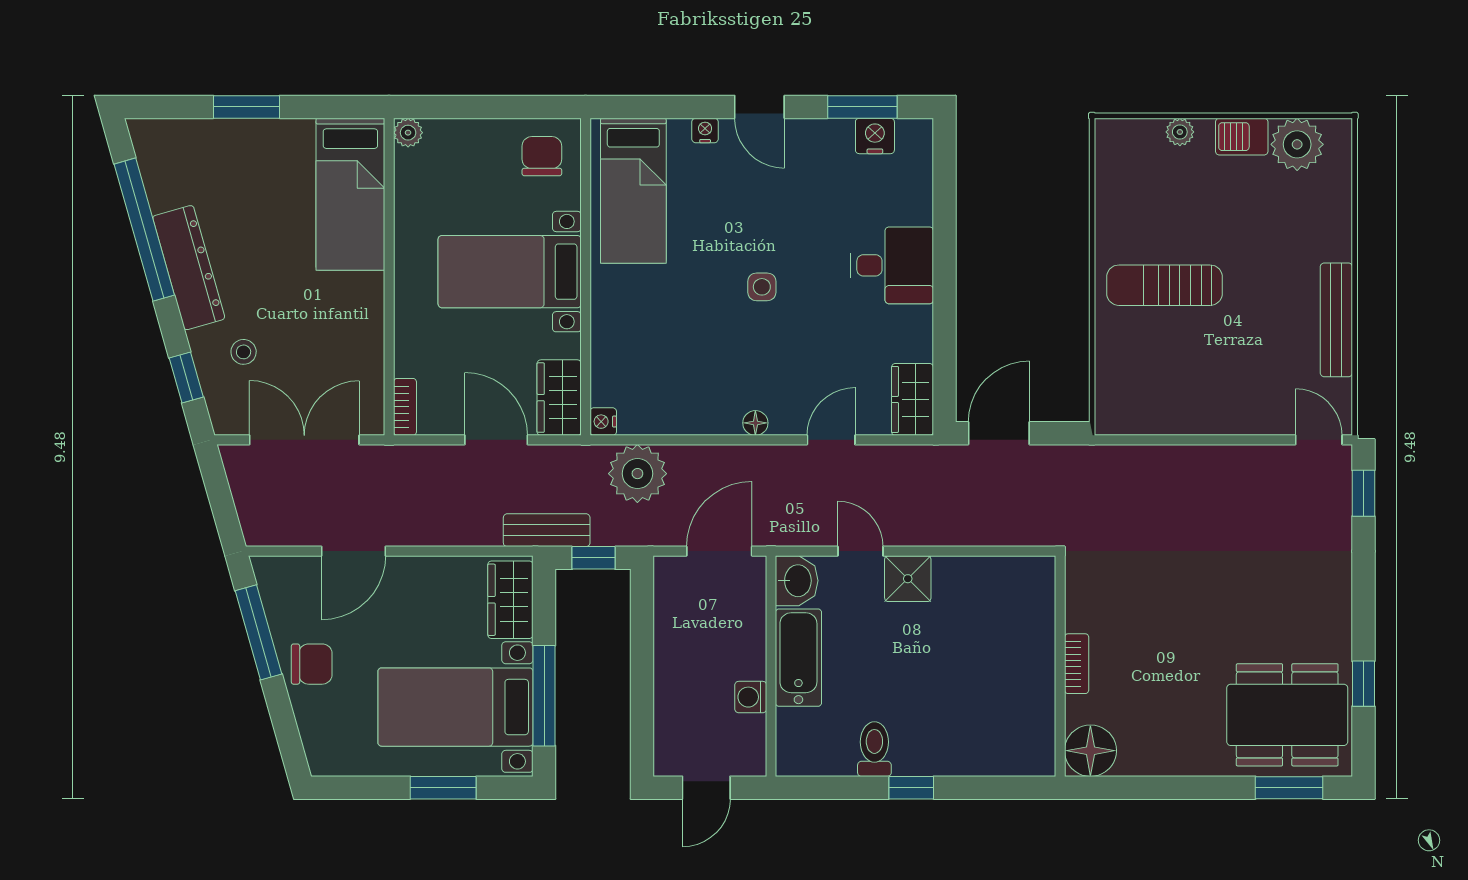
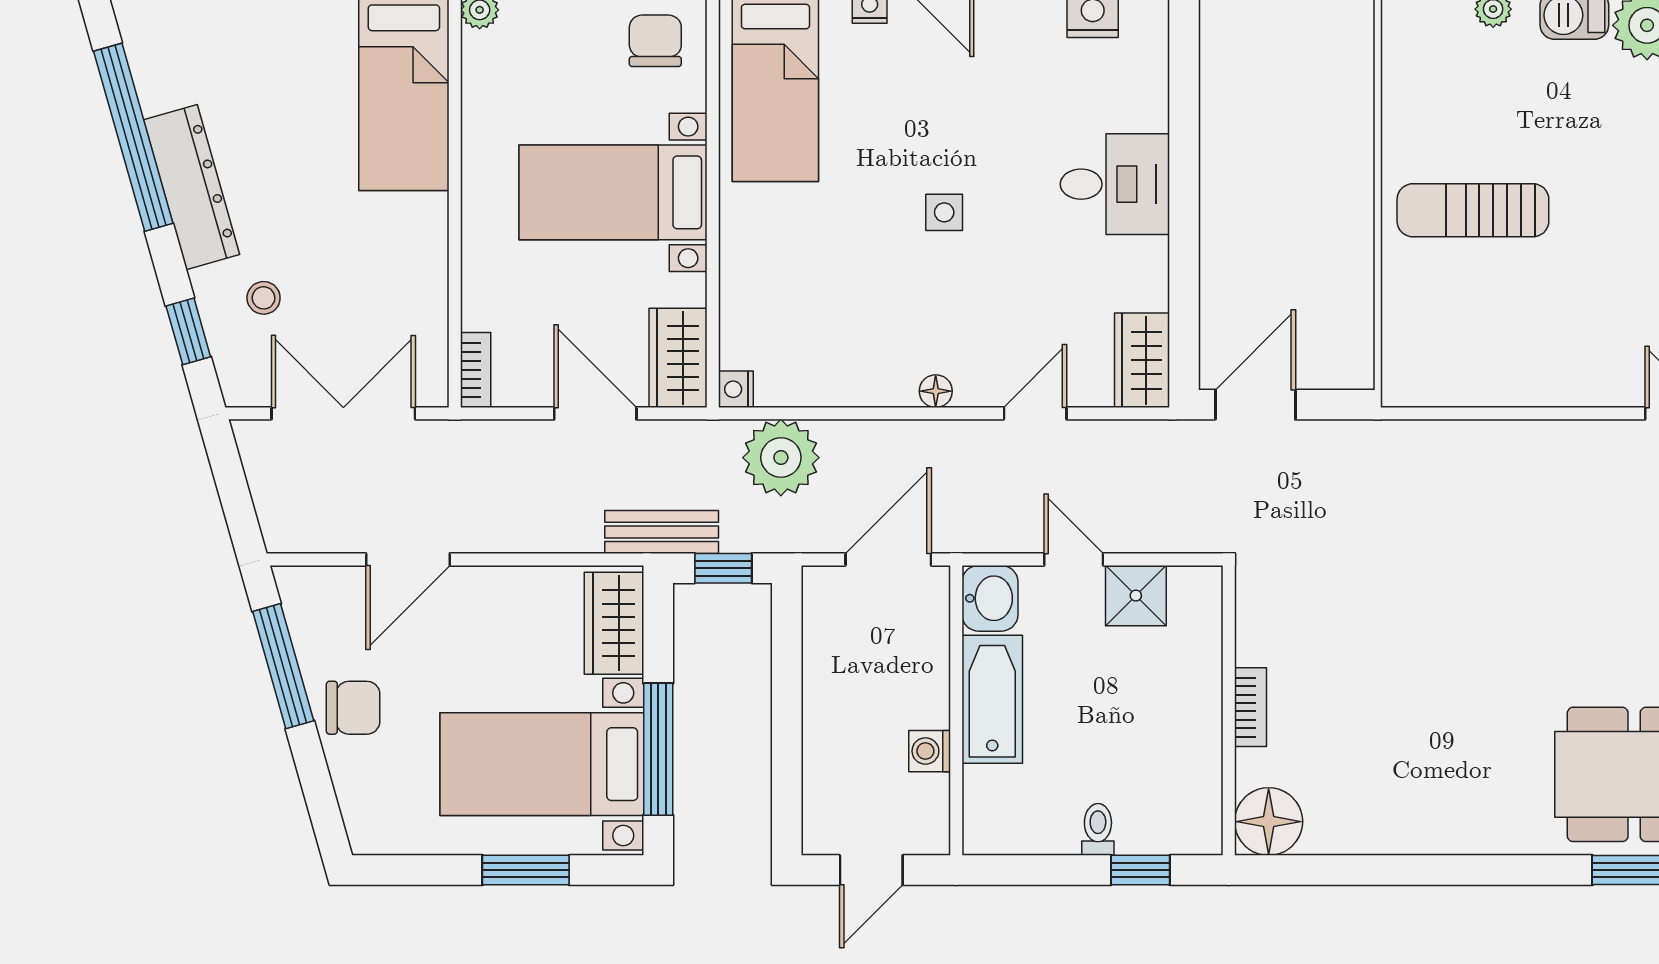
bookcase: (1077, 664) -> (1250, 707), moved
wall: (1060, 666) -> (1229, 710), moved
toilet: (874, 749) -> (1098, 829), width x0.73, depth x0.72
floor lamp: (1090, 751) -> (1269, 822), moved

